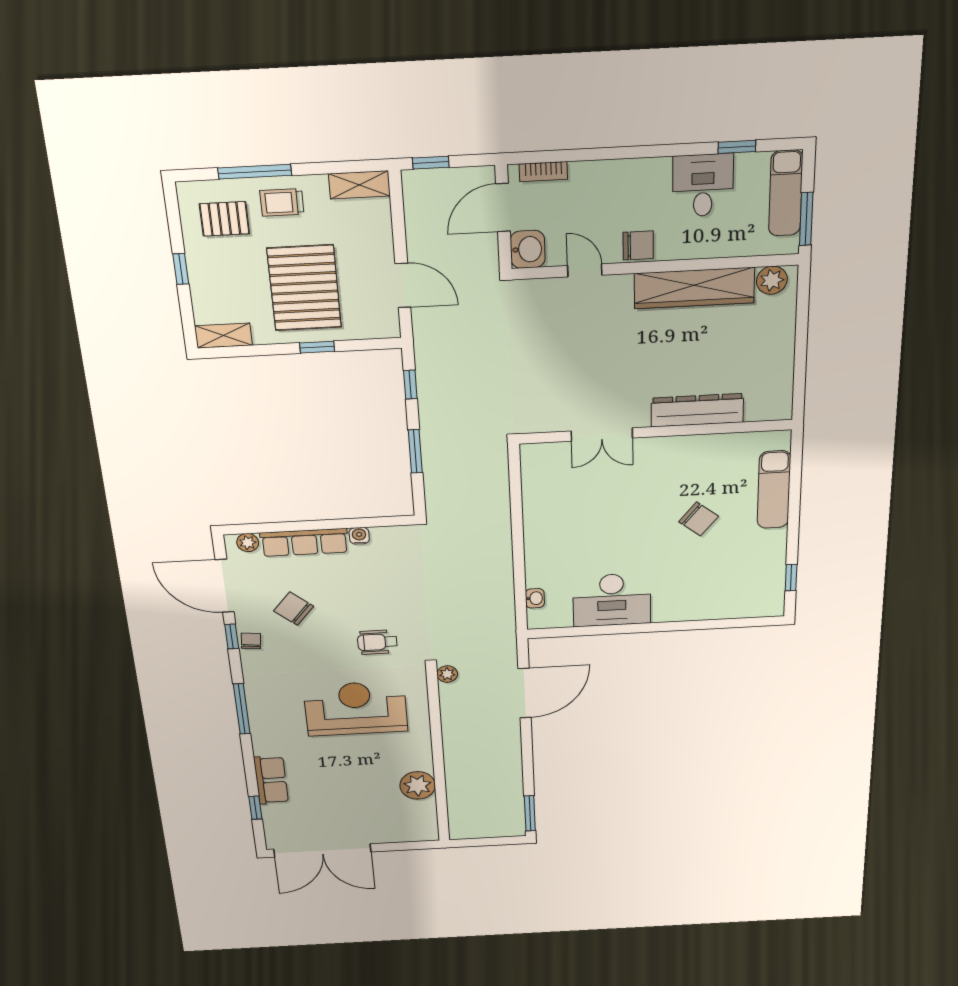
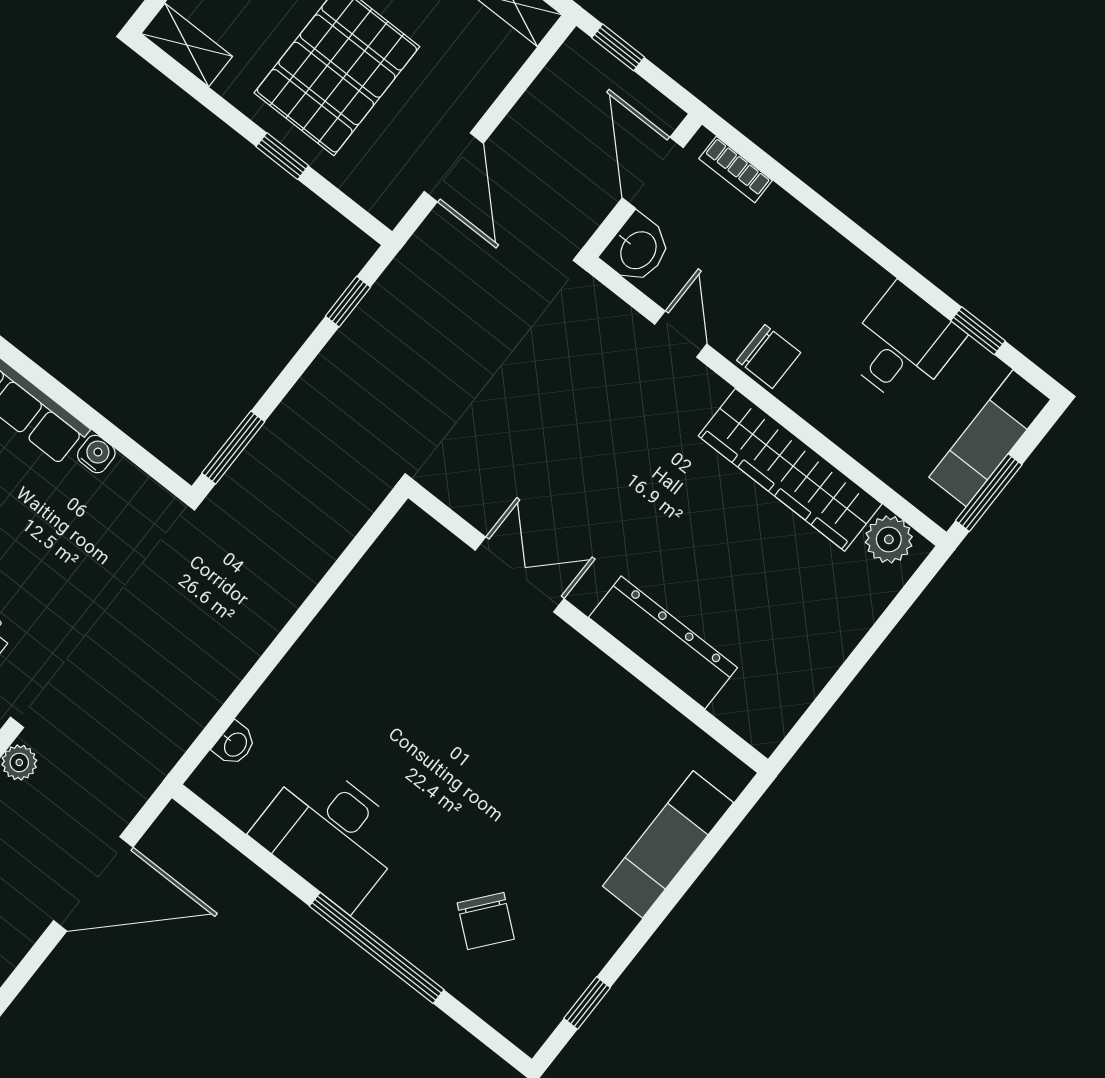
door: (503, 208) -> (653, 173), hinge flipped
double door: (602, 435) -> (520, 575), swing flipped
window: (415, 451) -> (233, 447), moved
chair: (699, 519) -> (486, 921), moved
window: (674, 626) -> (377, 948), added

